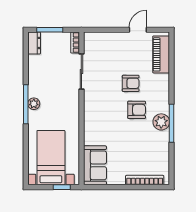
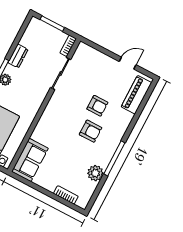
dresser: (34, 43) -> (18, 56), moved
plant: (161, 122) -> (95, 173), moved
bookcase: (145, 180) -> (66, 195), width x0.64

